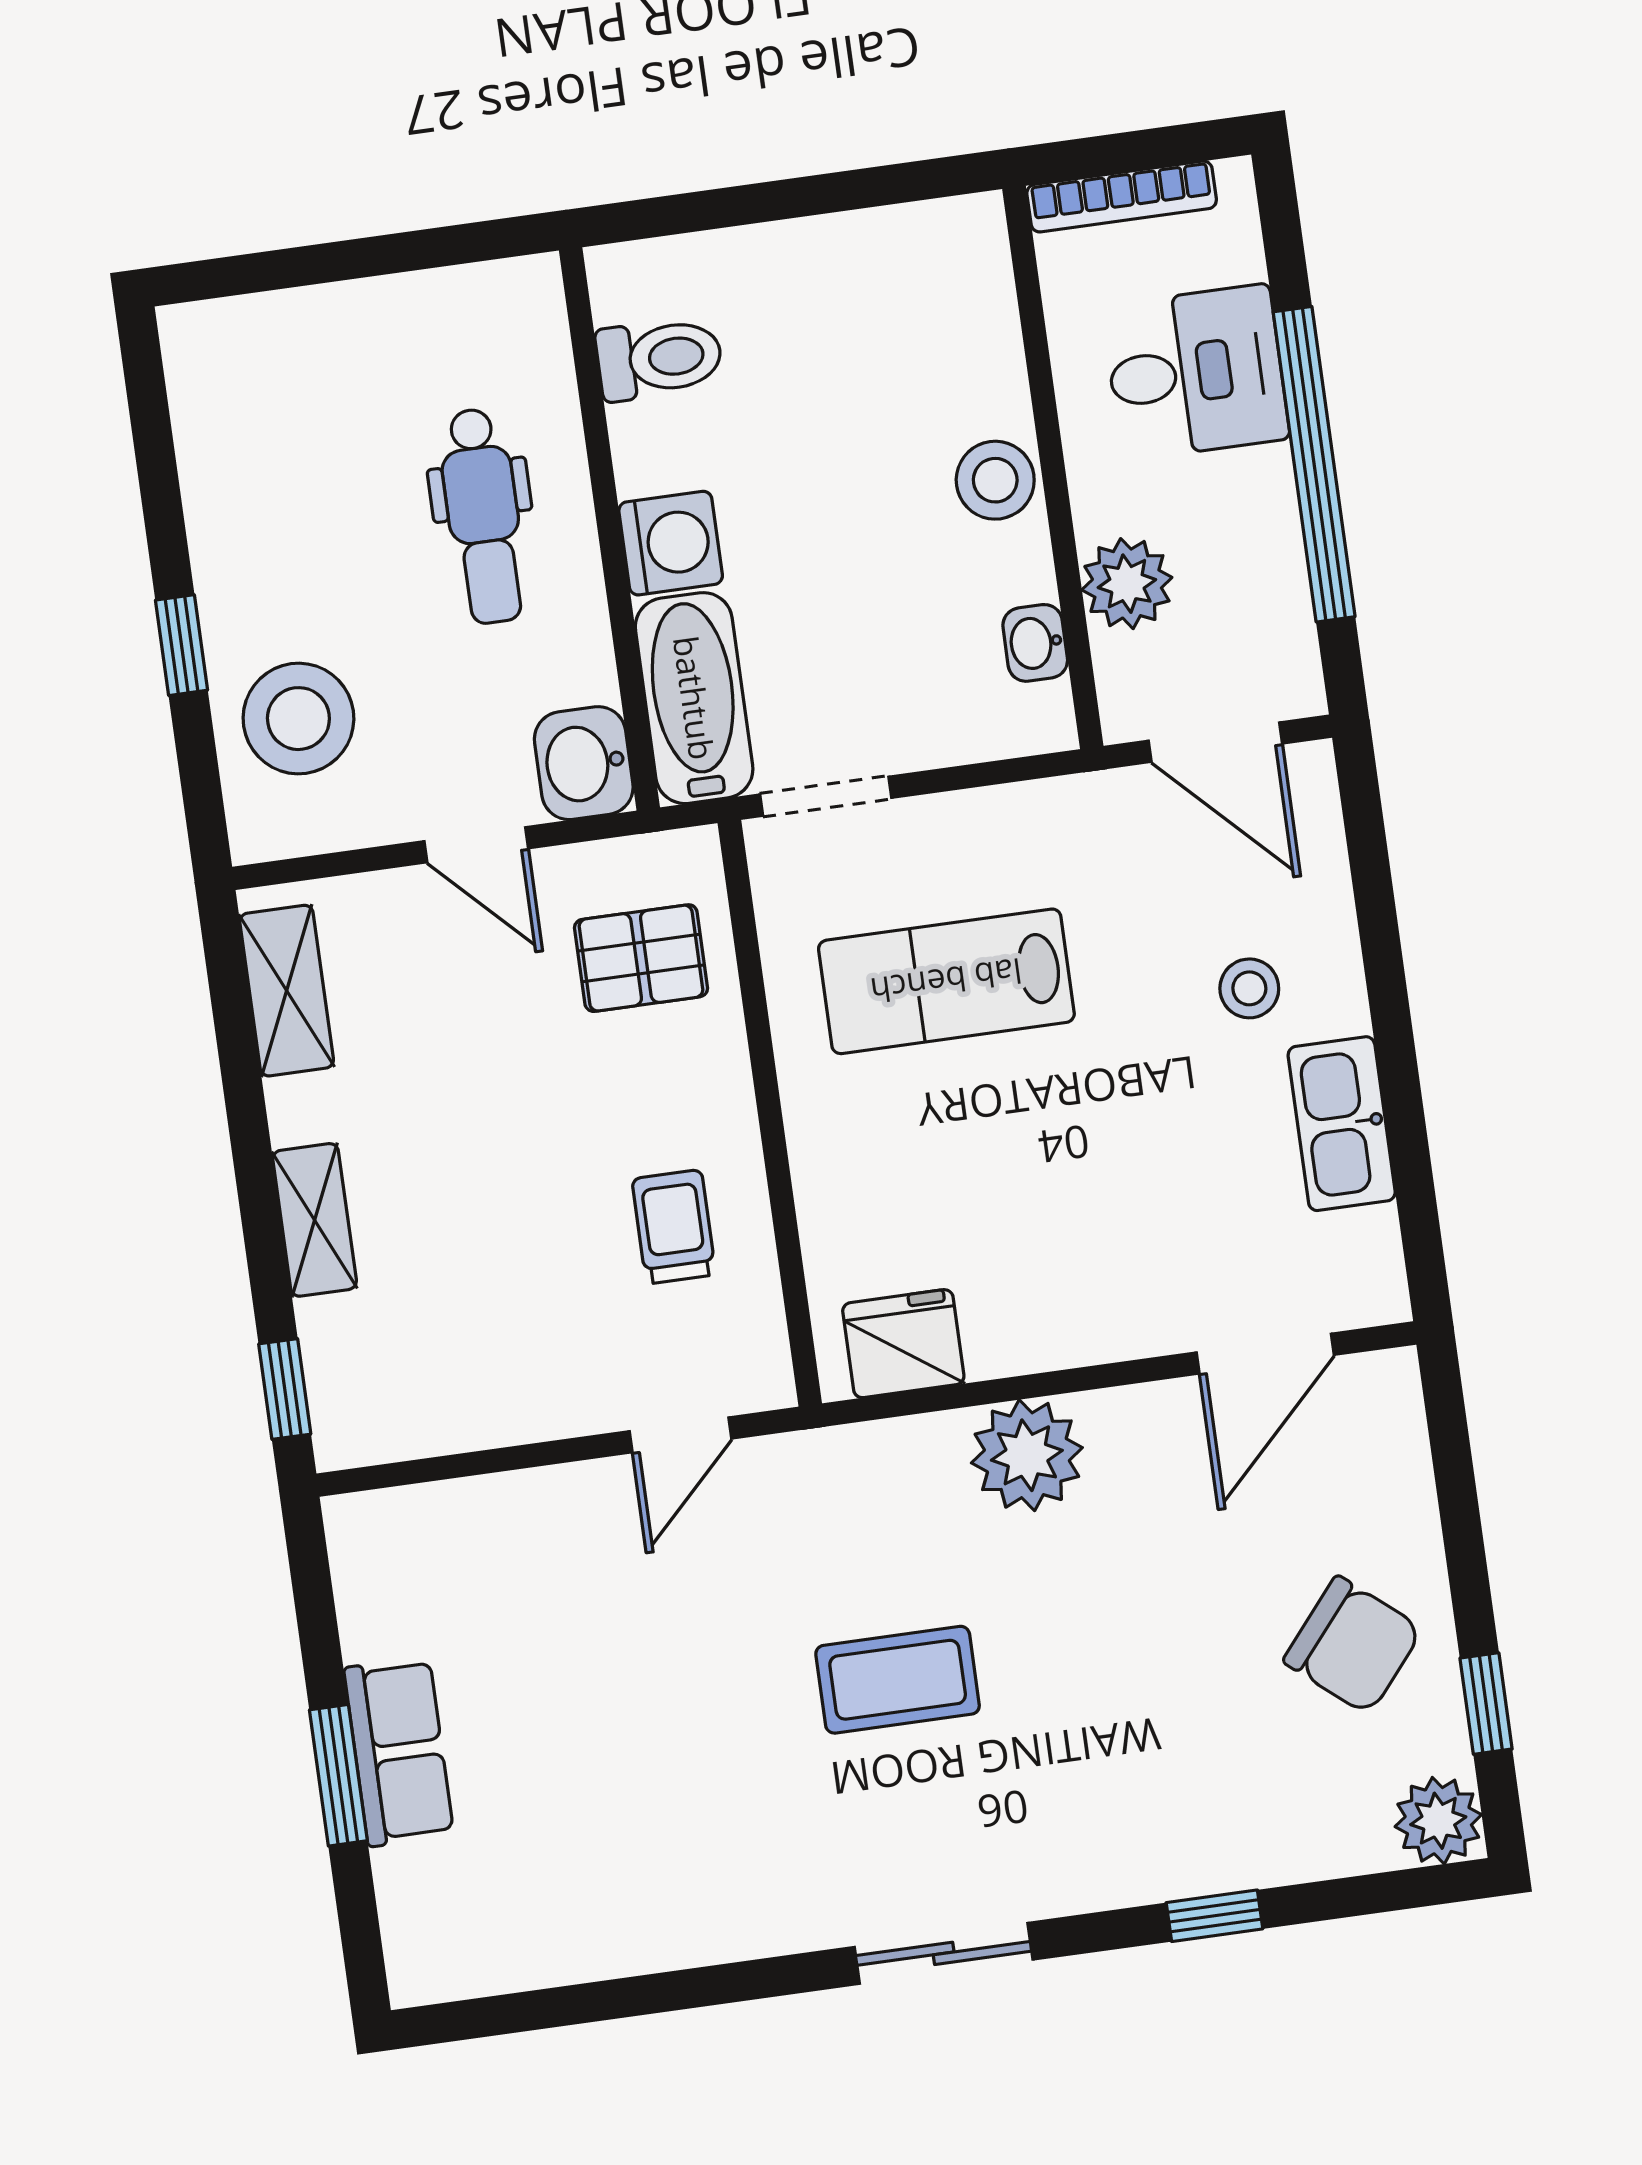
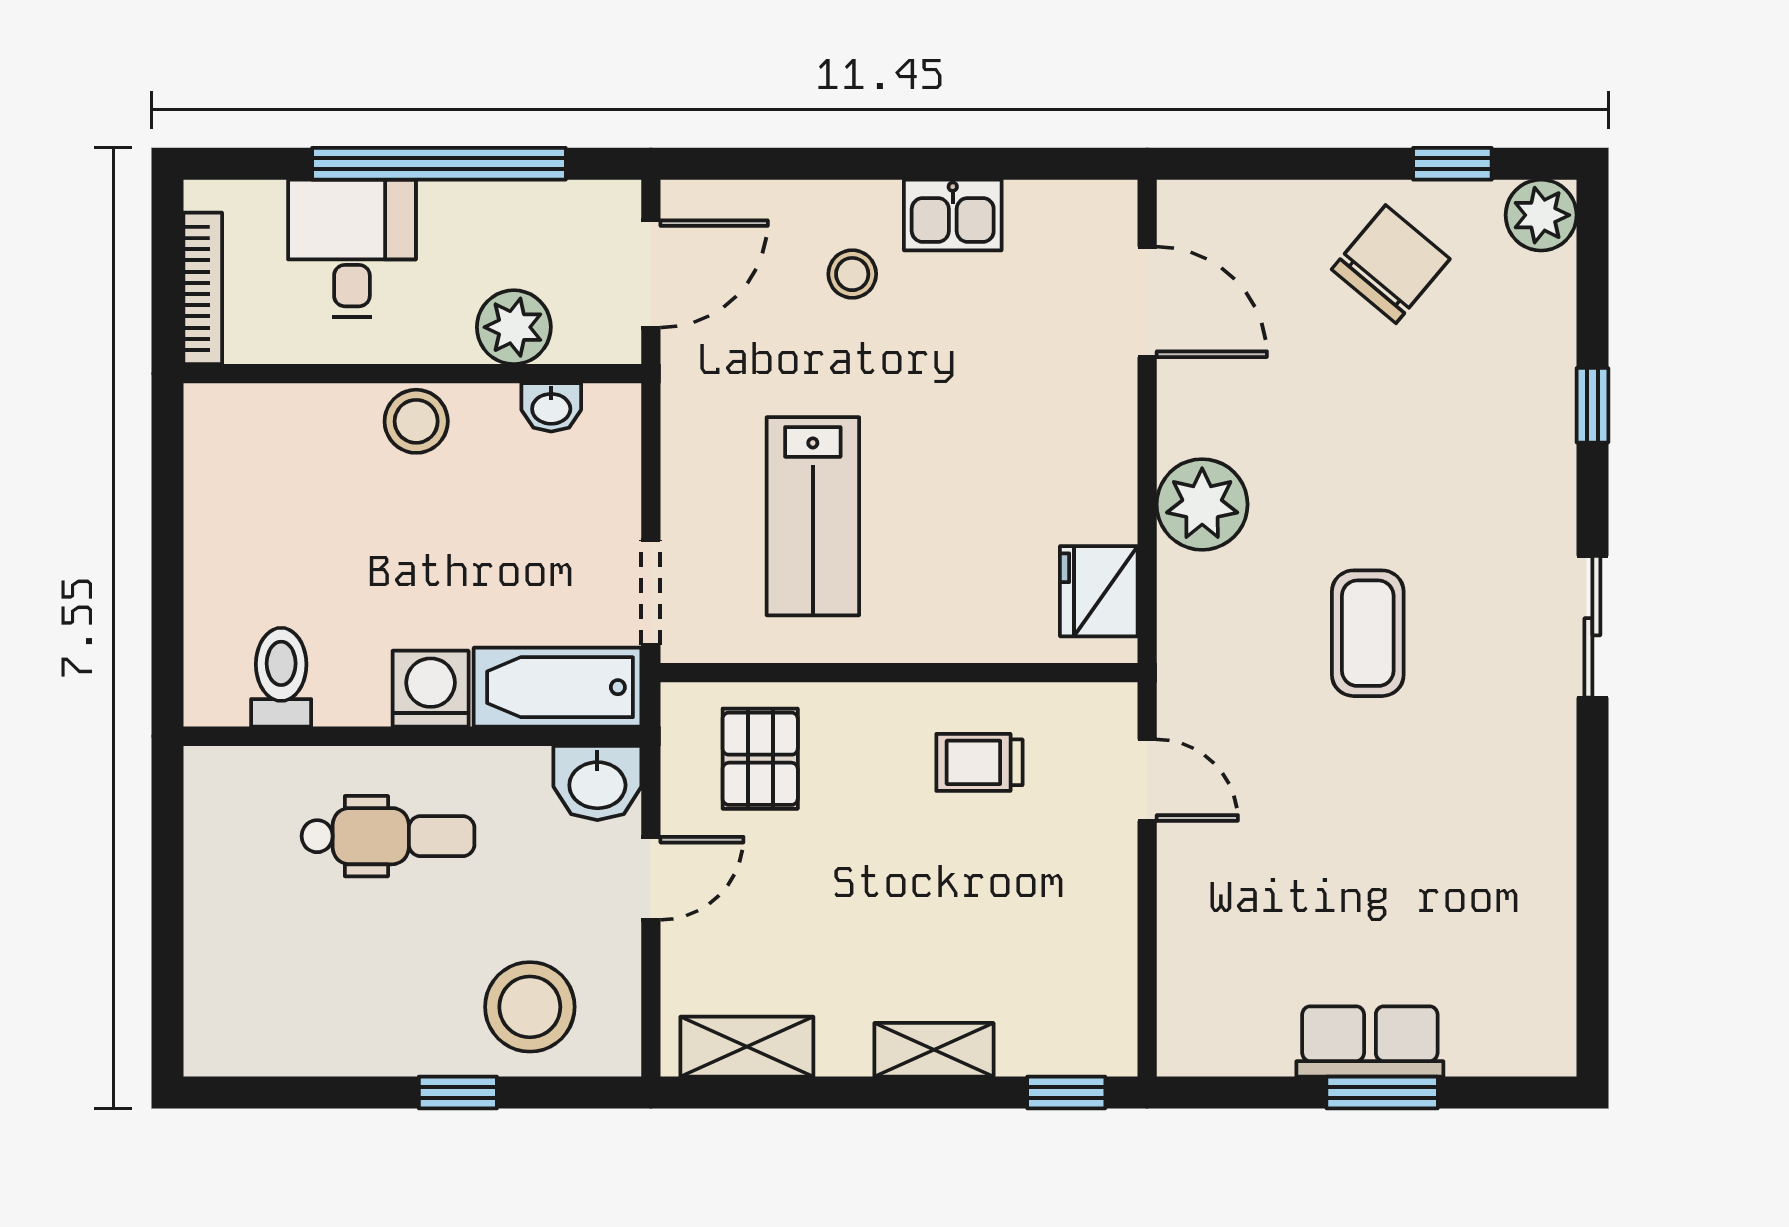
kitchen sink: (1342, 1124) -> (953, 215), width x0.73

